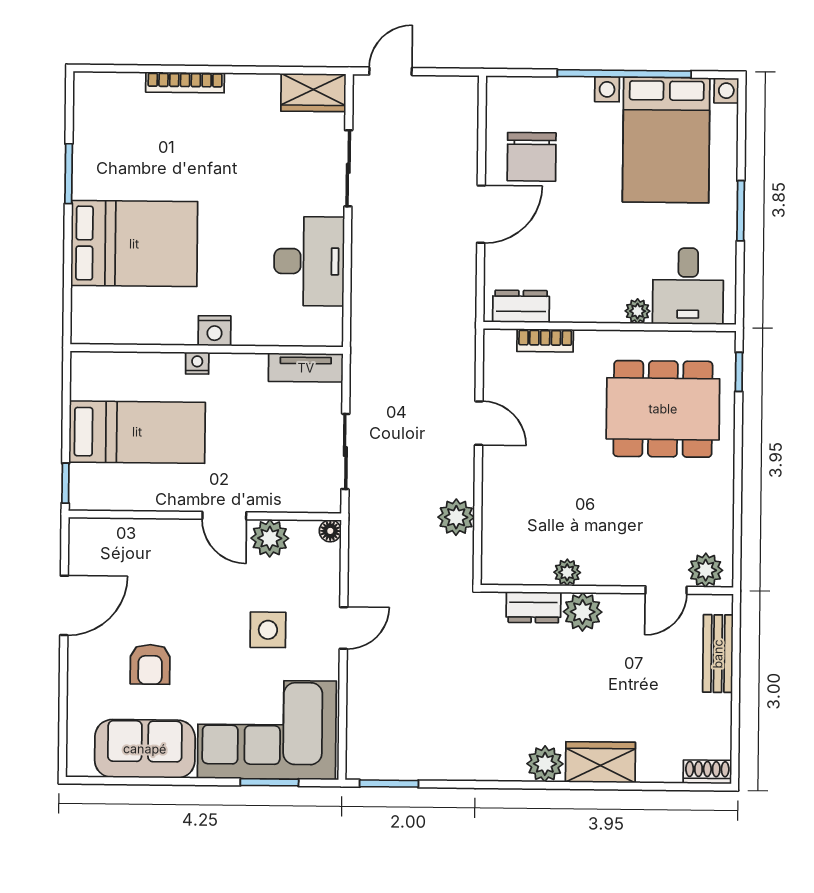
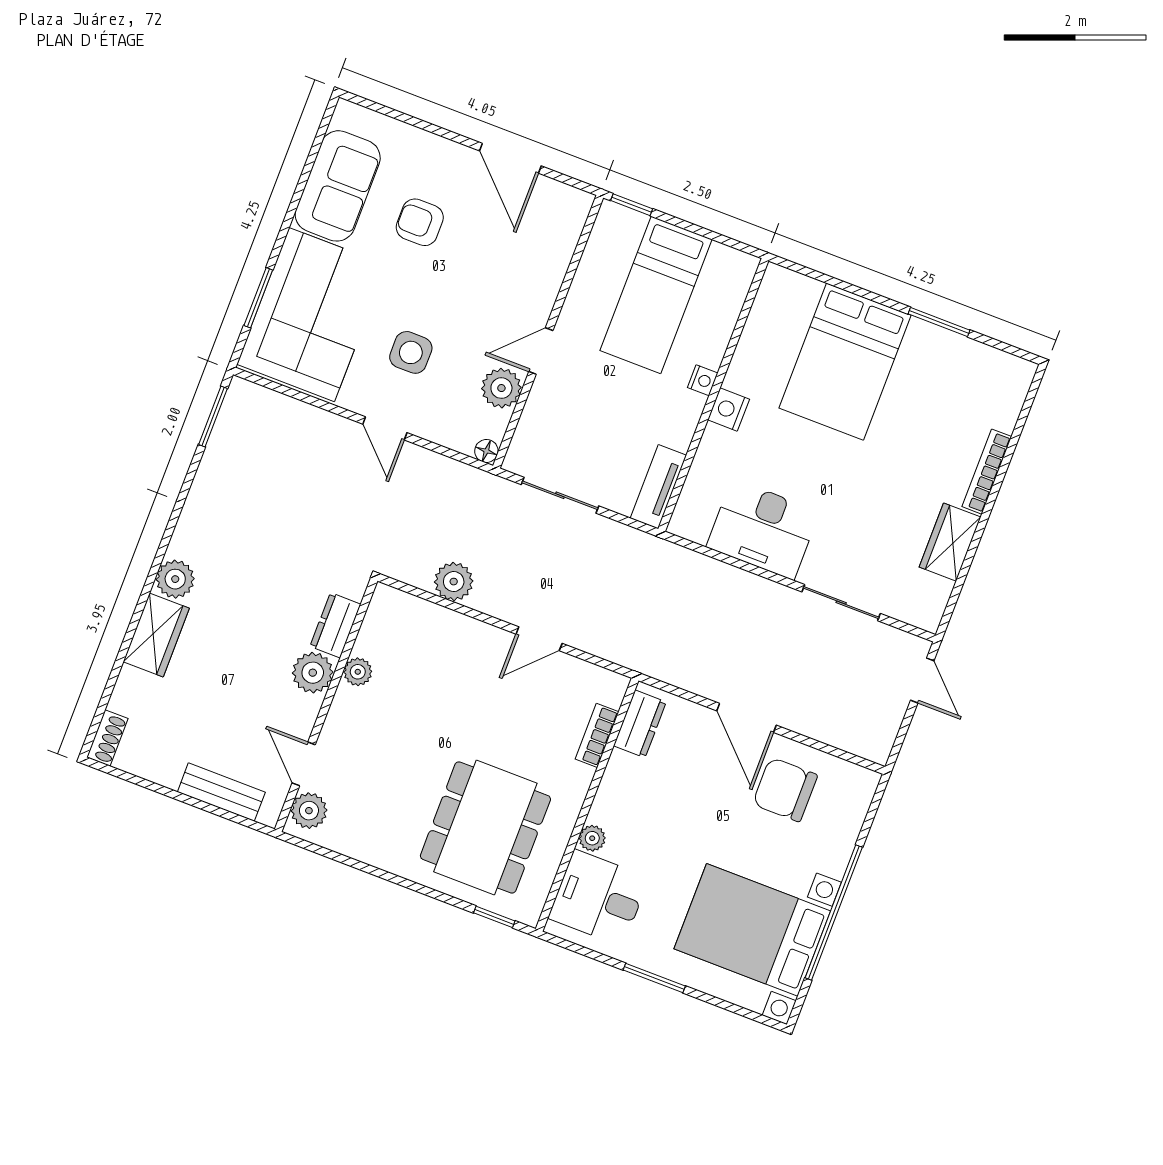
wardrobe: (313, 93) -> (950, 542), moved

